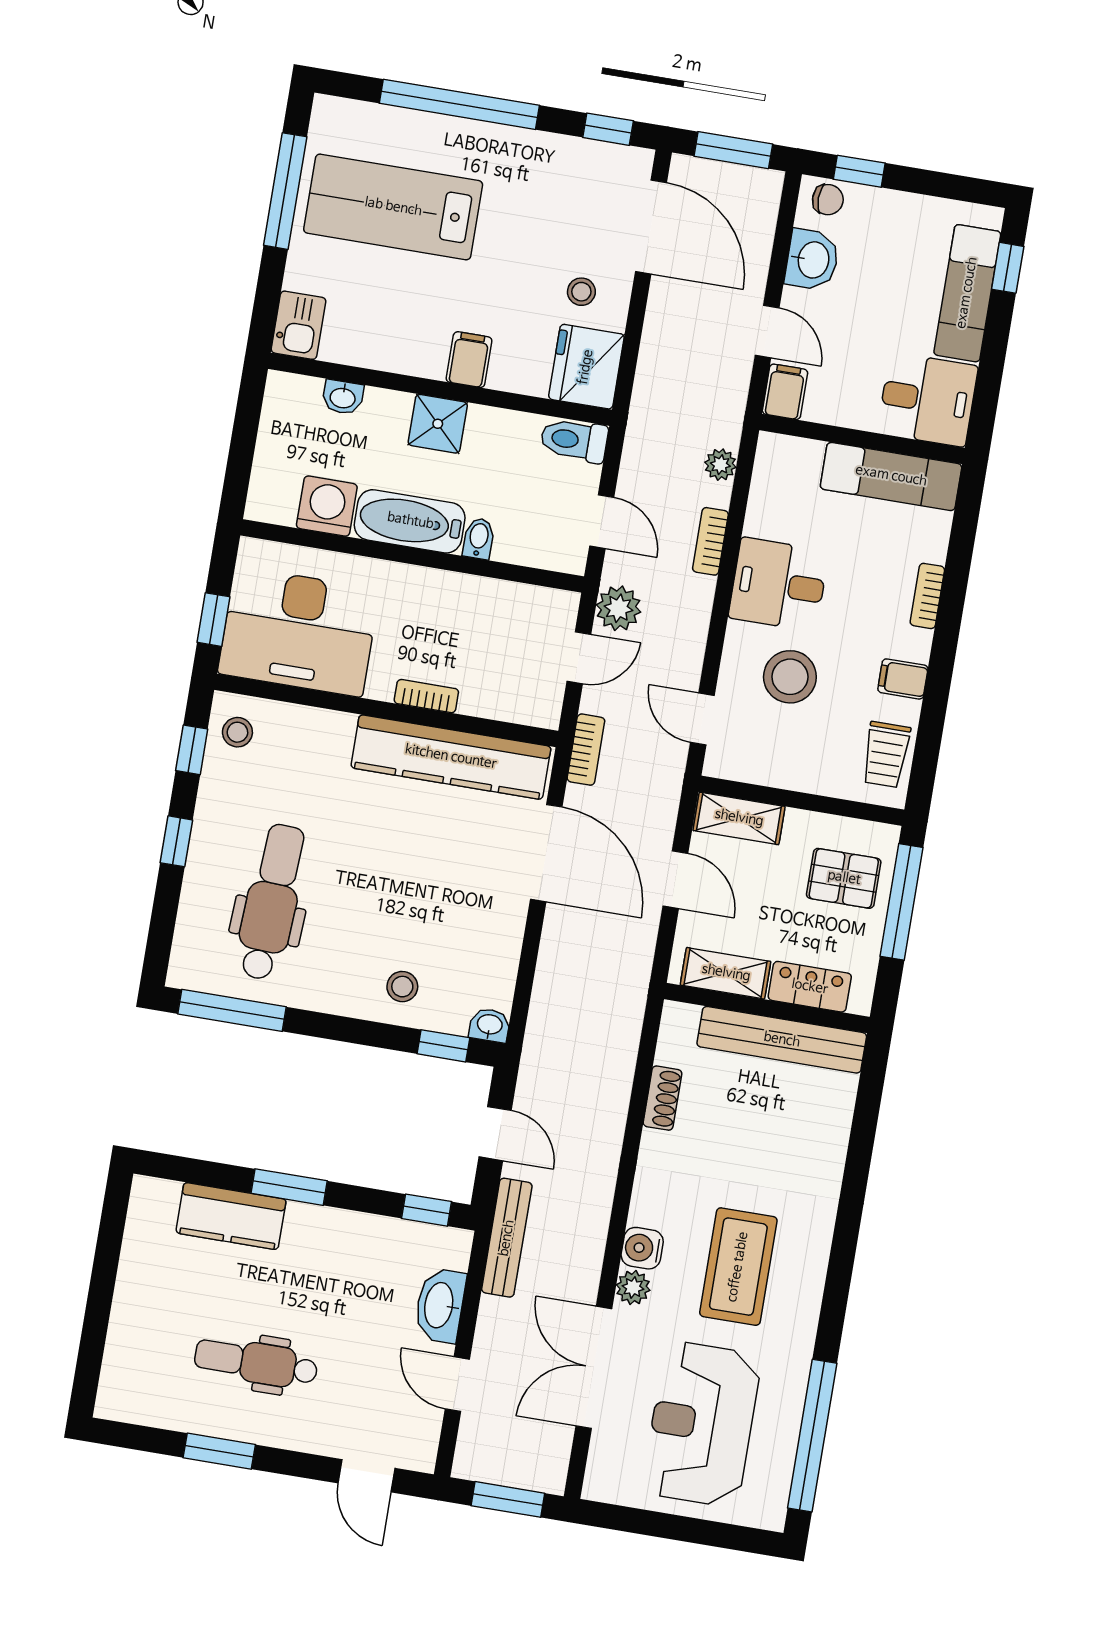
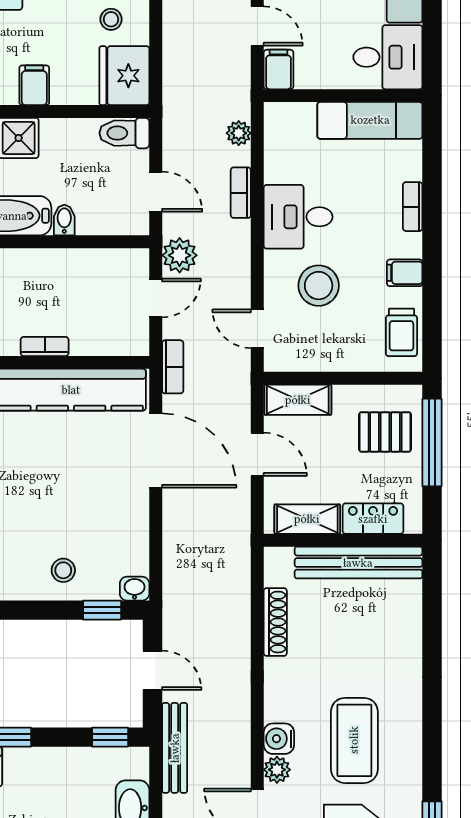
shoe rack: (662, 1098) -> (275, 622), width x1.43

